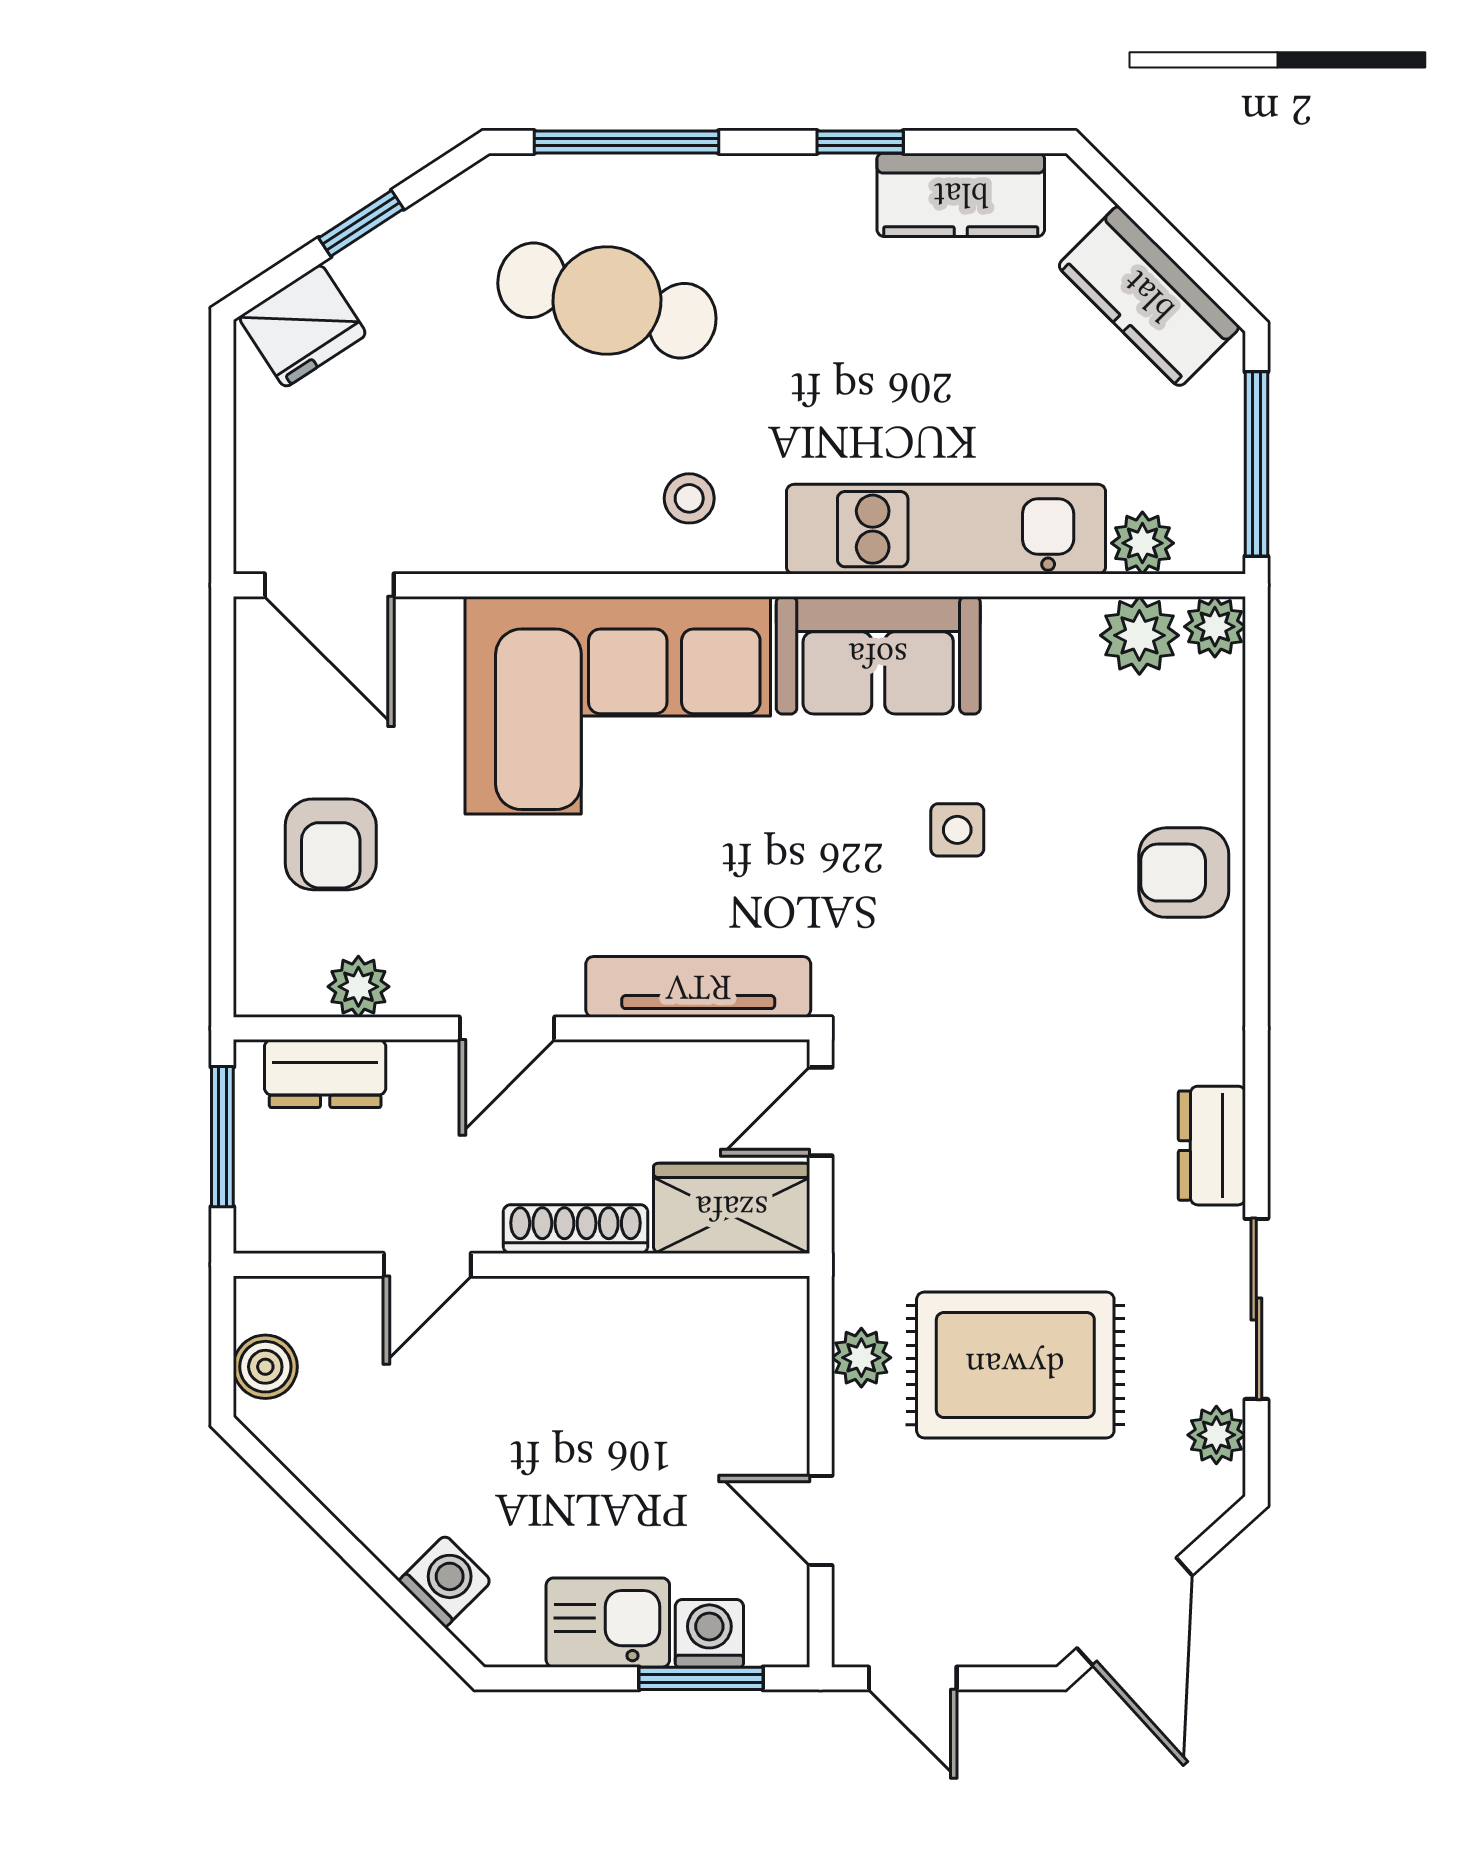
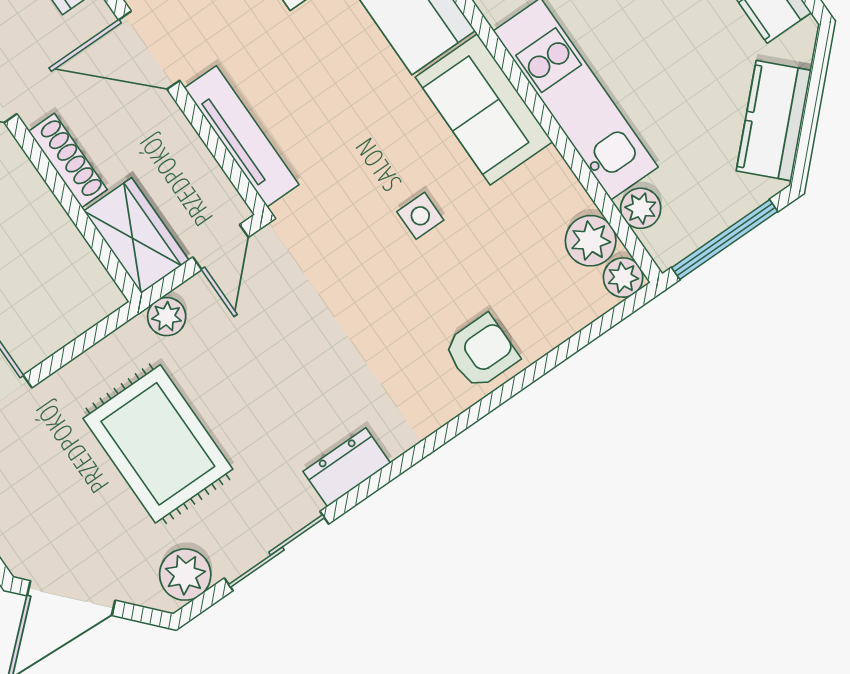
armchair: (1184, 873) -> (481, 352), turned 90
door: (507, 1028) -> (149, 50), width x1.38
door: (821, 1111) -> (221, 247), swing flipped
plant: (861, 1358) -> (167, 317), moved
plant: (1216, 1435) -> (185, 575), width x1.38, depth x1.38

